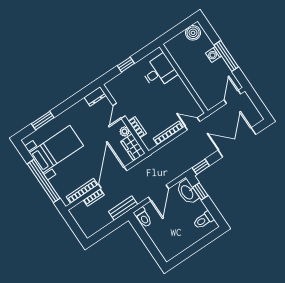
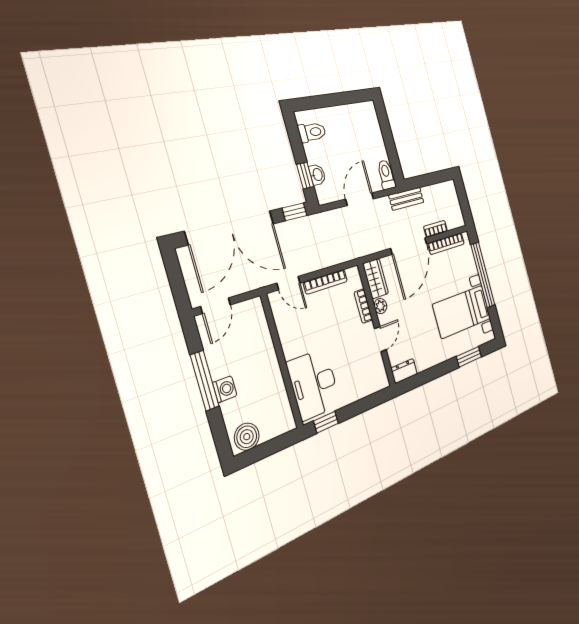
window: (126, 65) -> (326, 422), moved
desk: (159, 71) -> (314, 384), width x1.37
double door: (237, 142) -> (230, 227), width x1.36
washbasin: (187, 192) -> (317, 175), width x0.52, depth x0.69

